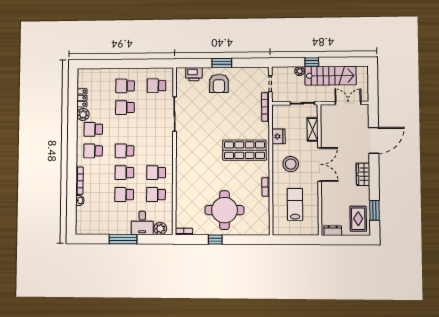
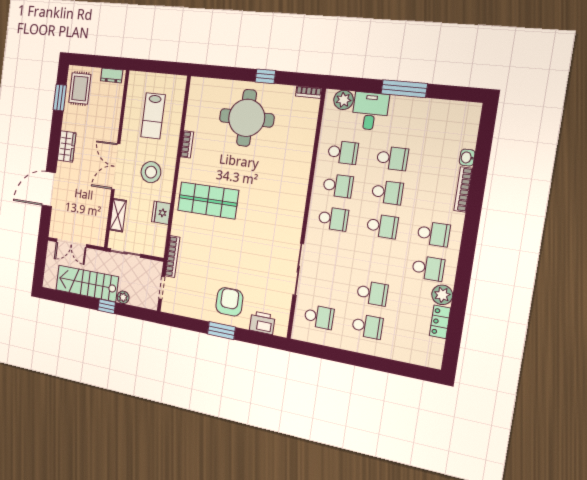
school desk: (156, 151) -> (333, 219), added

